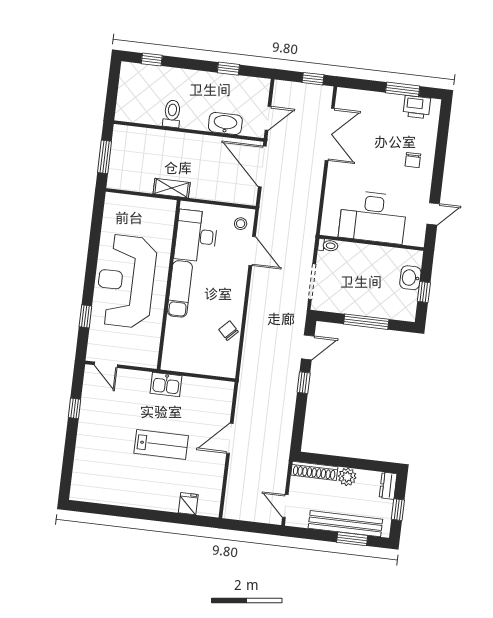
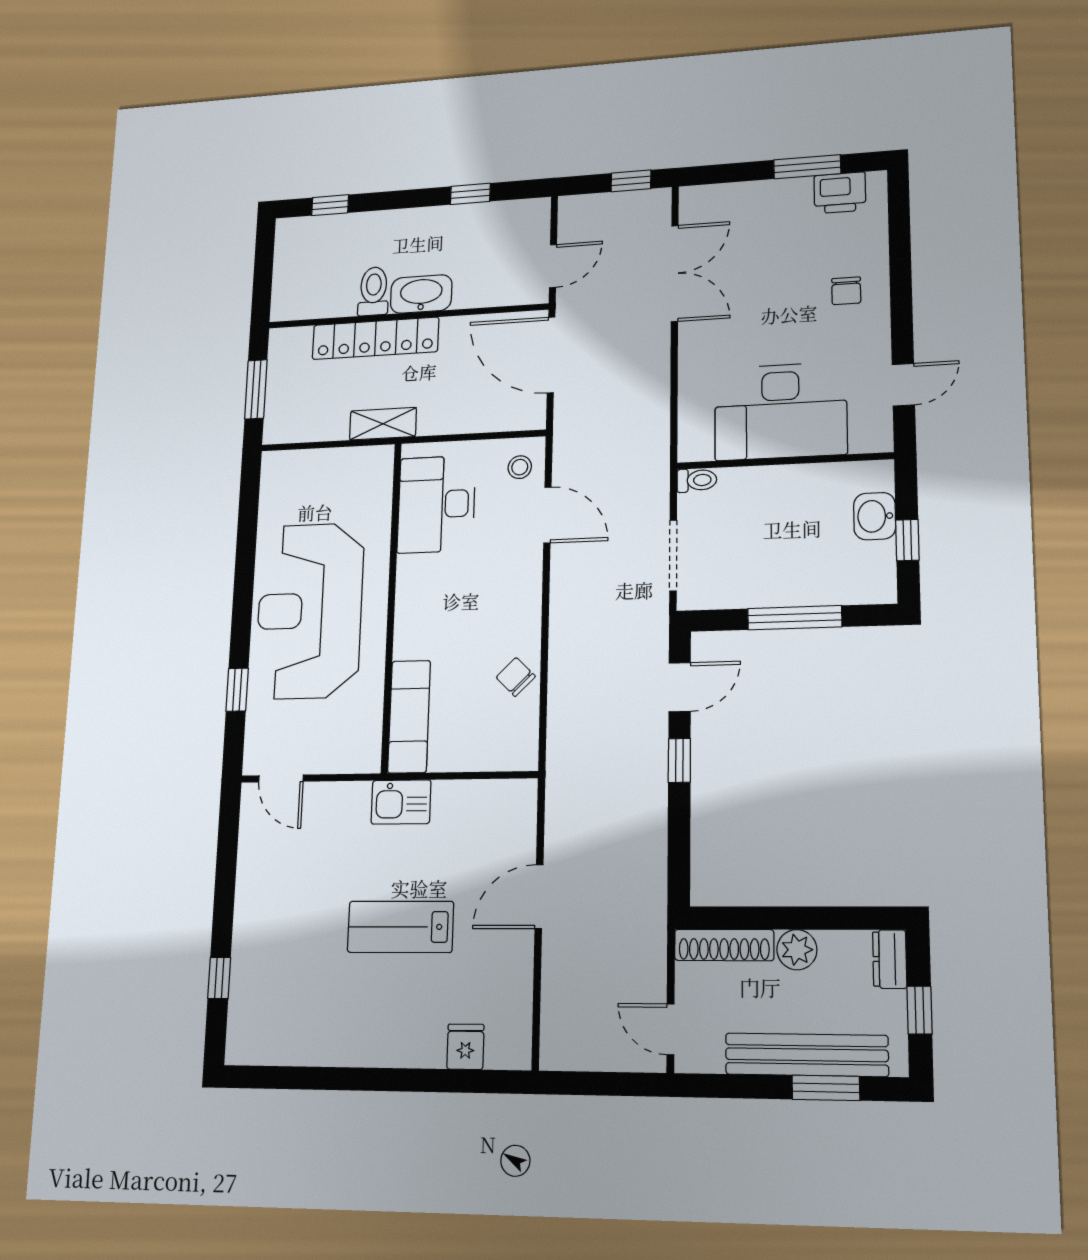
washbasin: (225, 123) -> (421, 294), moved
locker: (171, 140) -> (375, 338), added
exam couch: (180, 289) -> (409, 717), moved
window: (75, 408) -> (219, 978), moved
lab bench: (161, 445) -> (400, 927), turned 180

